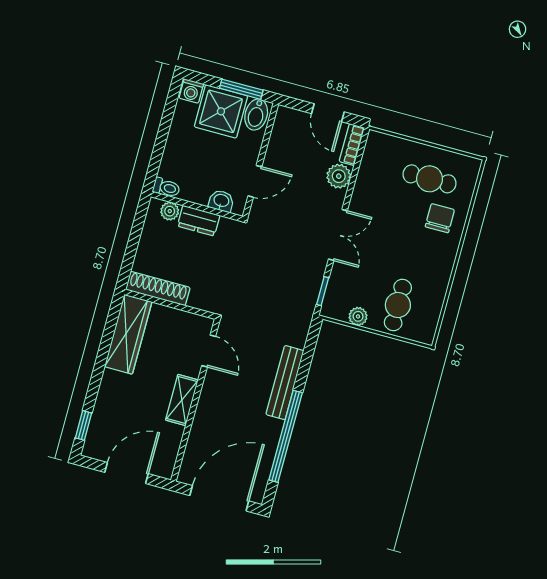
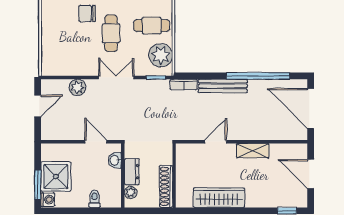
window: (241, 89) -> (38, 185), moved
bidet: (256, 115) -> (52, 153), removed
bookcase: (352, 145) -> (184, 85), moved
cafe table: (430, 179) -> (111, 33), moved
toilet: (166, 188) -> (94, 199), moved
shoe rack: (158, 288) -> (166, 186), moved
wall: (170, 304) -> (174, 175), moved
plant: (358, 316) -> (161, 55), width x1.88, depth x1.88

